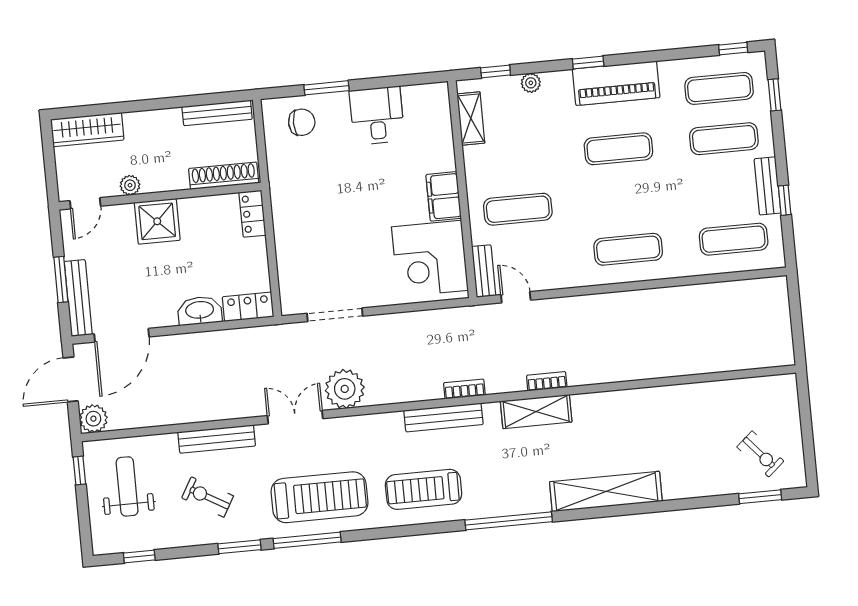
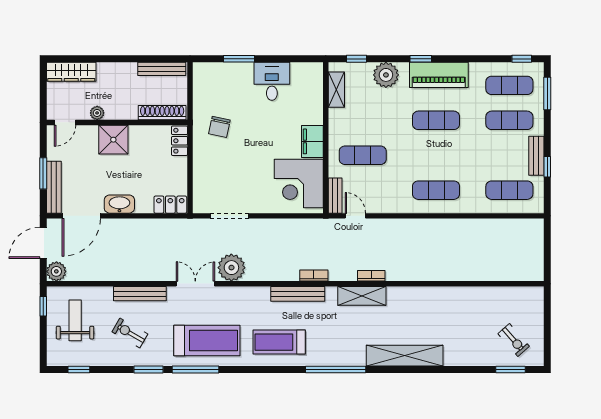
plant: (531, 83) -> (386, 75), width x1.87, depth x1.87
window: (775, 95) -> (547, 93), width x1.50
chair: (302, 122) -> (219, 127), moved, turned 102
washbasin: (200, 311) -> (119, 204), moved

